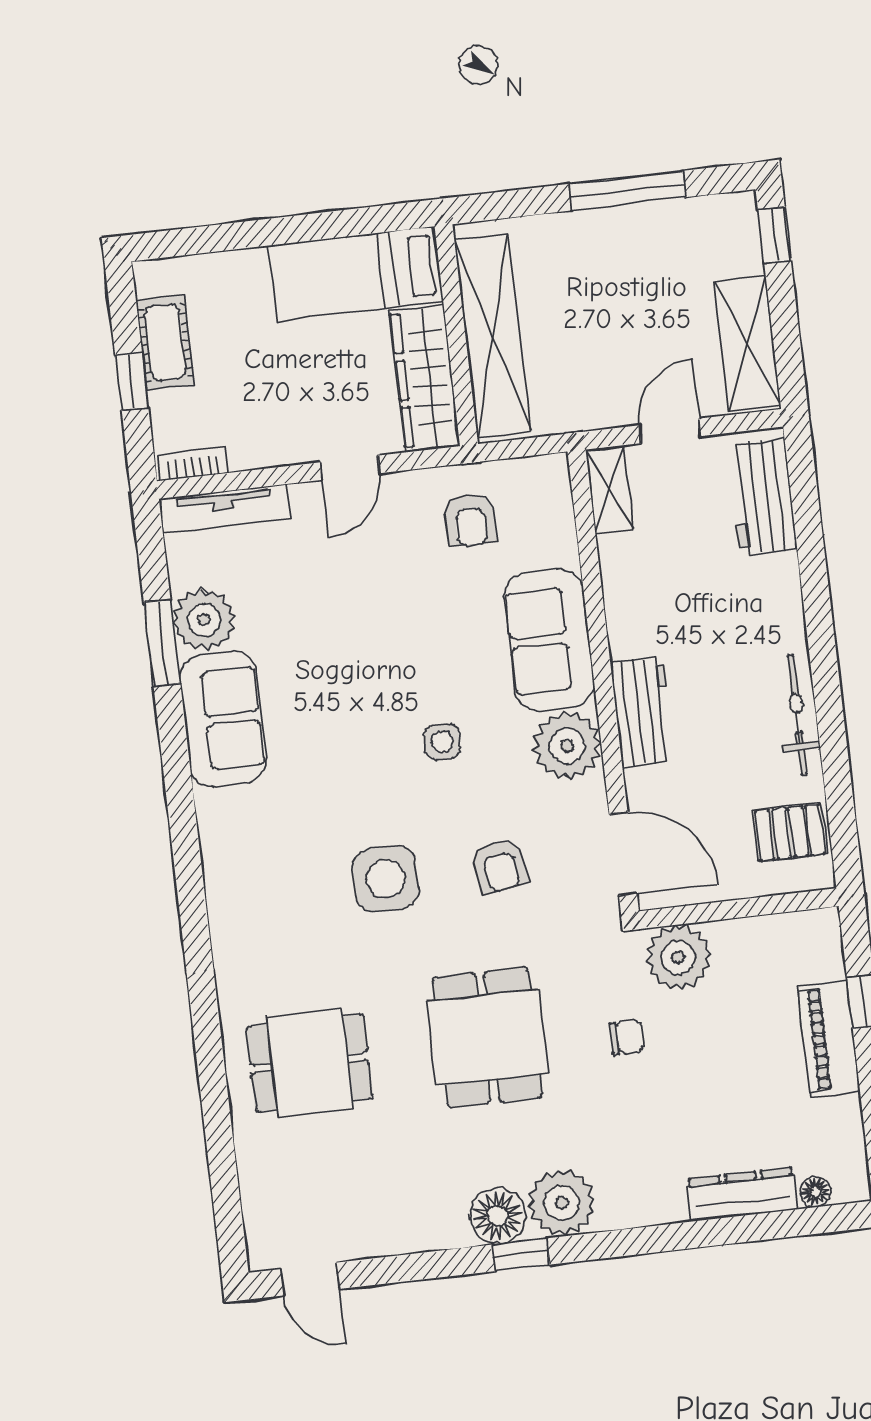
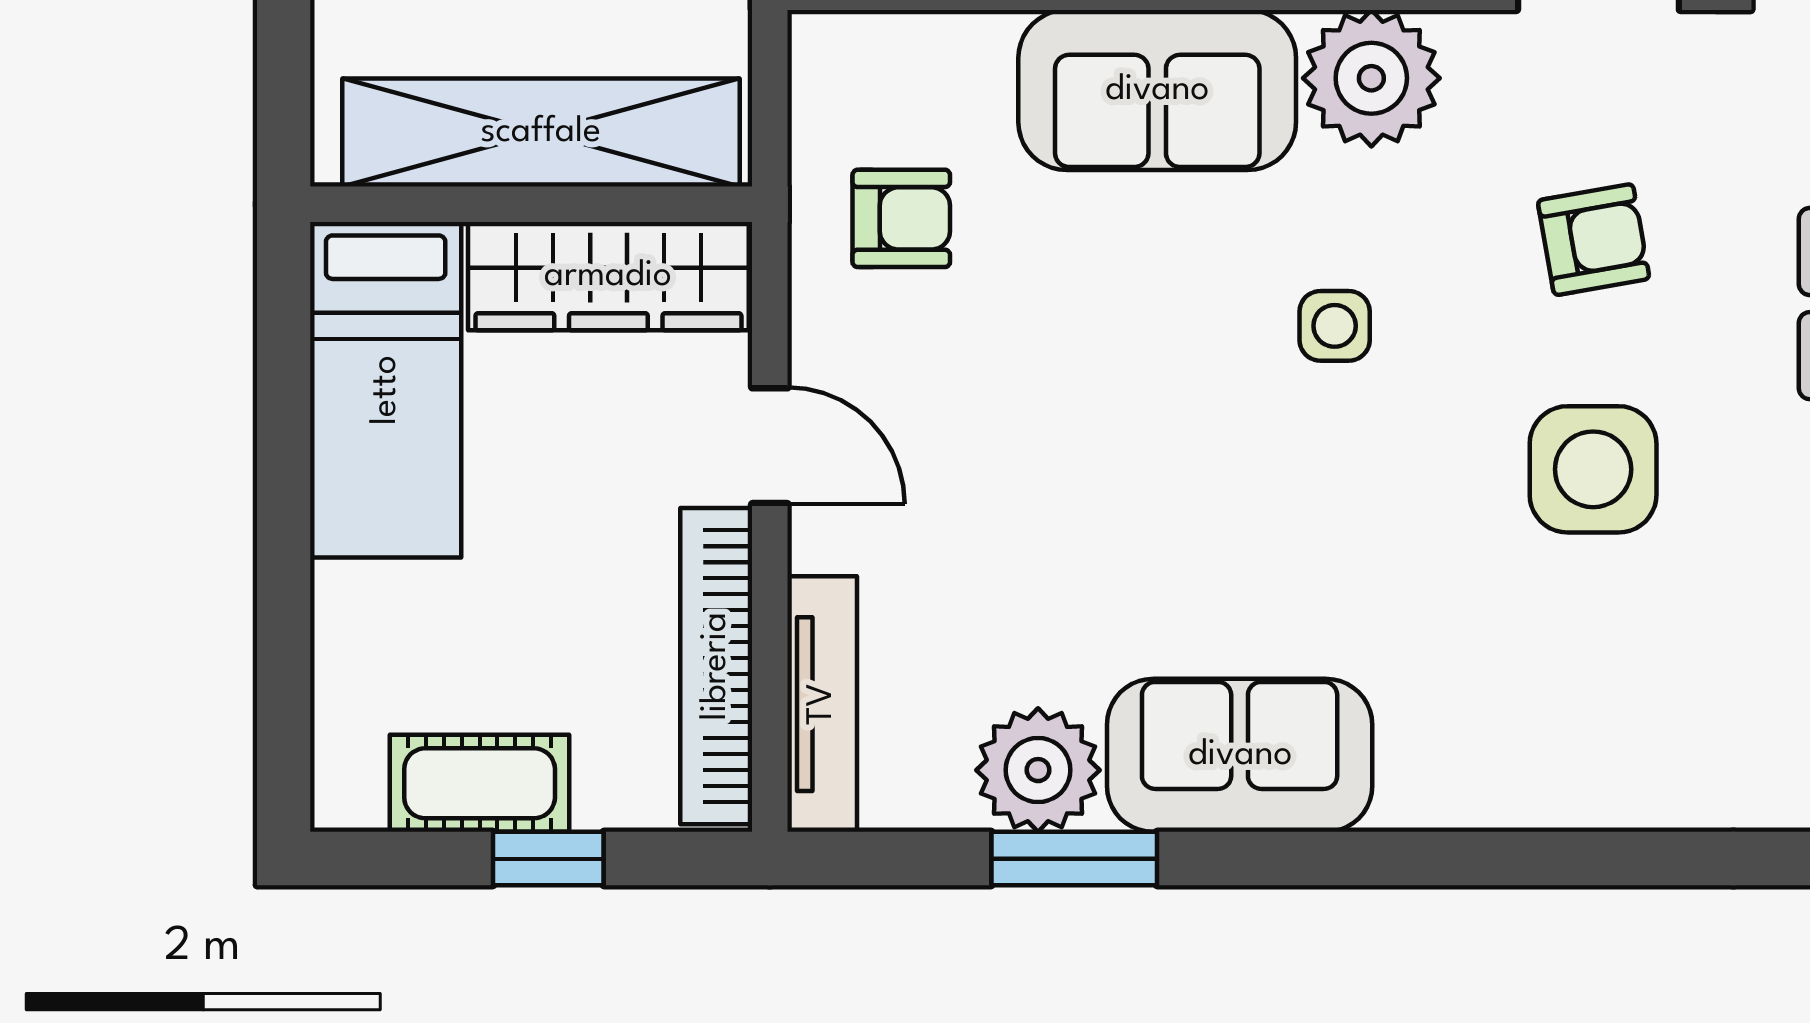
bookcase: (193, 463) -> (716, 666), width x2.31, depth x1.31

